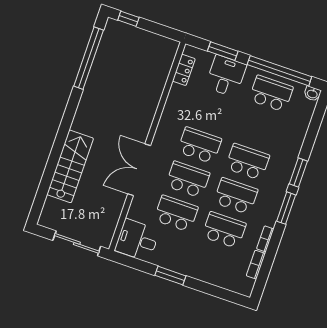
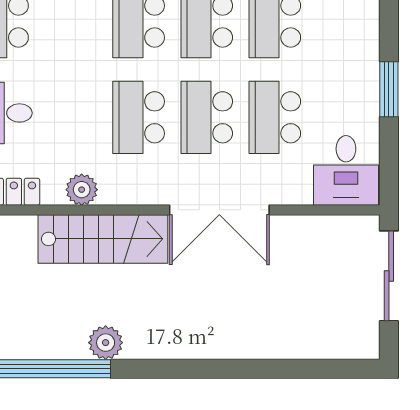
plant: (92, 90) -> (106, 343), added
plant: (173, 104) -> (82, 190), added
stairs: (70, 166) -> (103, 239), moved, turned 180

